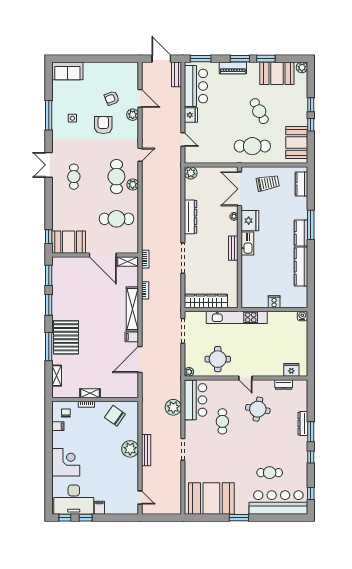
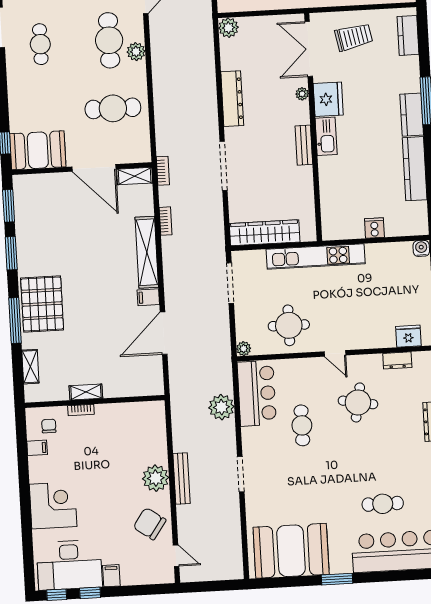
chair: (115, 416) -> (150, 524), moved

